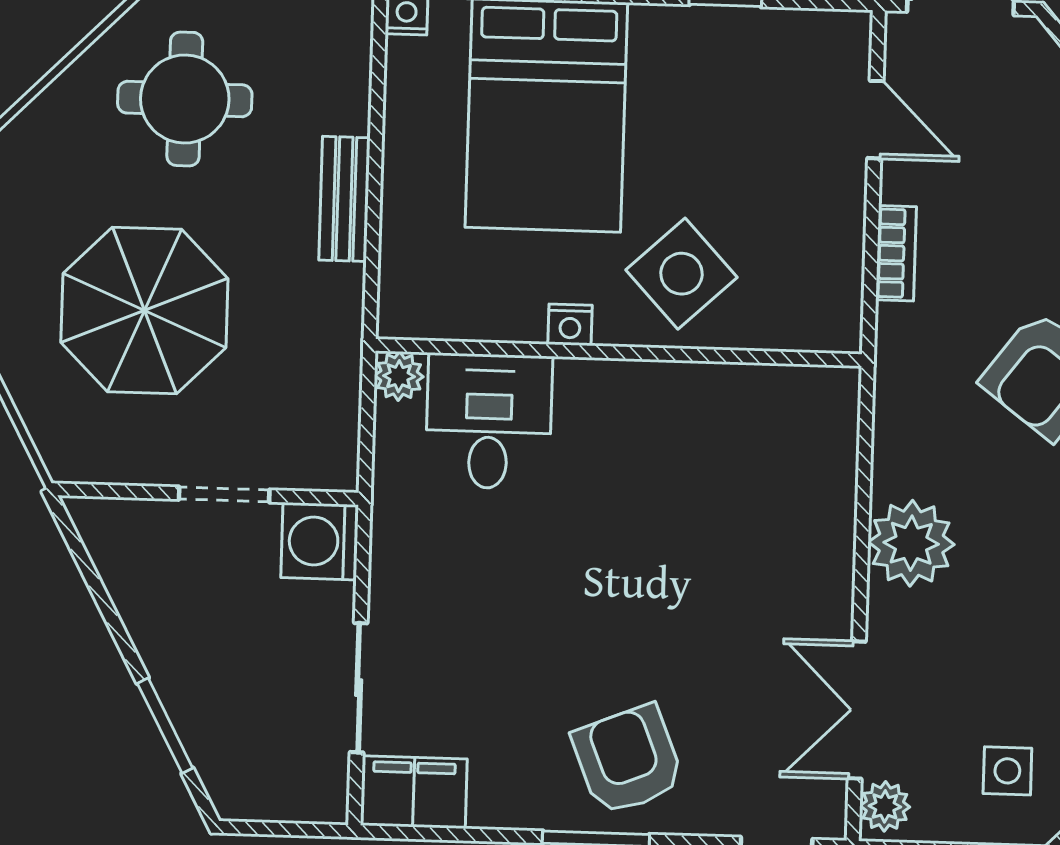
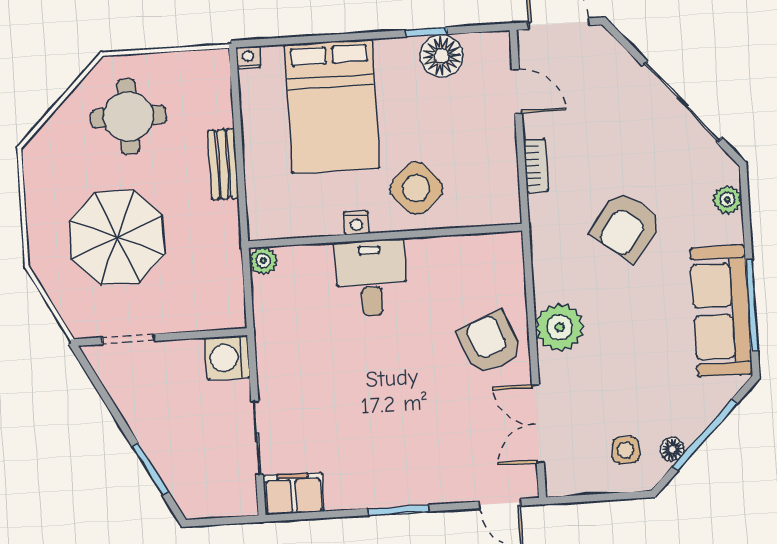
floor lamp: (748, 44) -> (442, 56), added
desk: (489, 421) -> (371, 278), moved
doorway: (224, 495) -> (128, 339), moved
armchair: (628, 760) -> (490, 343), moved
plant: (885, 806) -> (559, 476), removed

